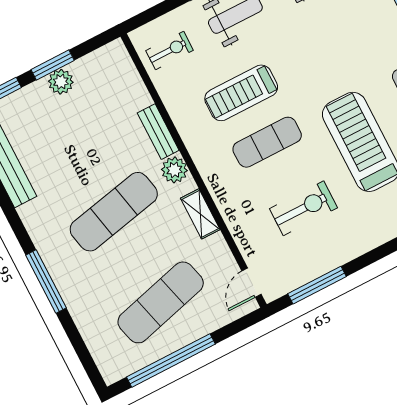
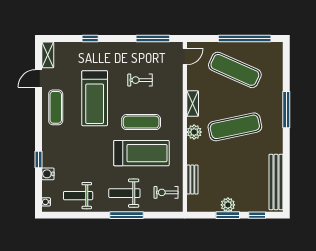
treadmill: (241, 93) -> (141, 153), width x1.37, depth x1.38
bench: (158, 132) -> (192, 180), moved
exercise bike: (303, 208) -> (140, 80), width x0.73, depth x0.72
exercise mat: (161, 302) -> (235, 70), turned 39

